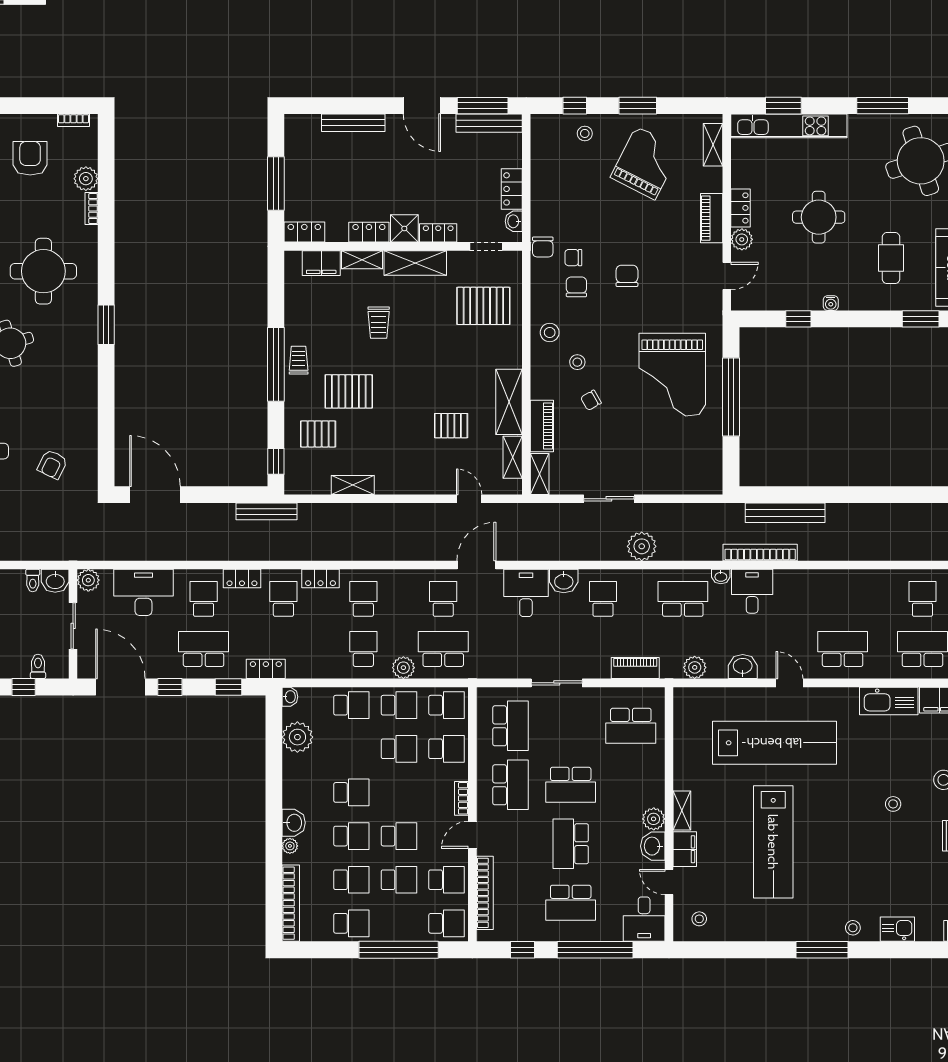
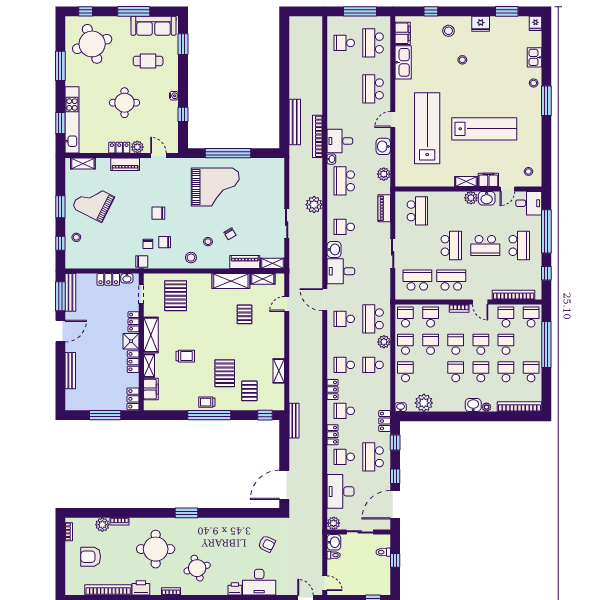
school desk: (399, 792) -> (456, 344), added

